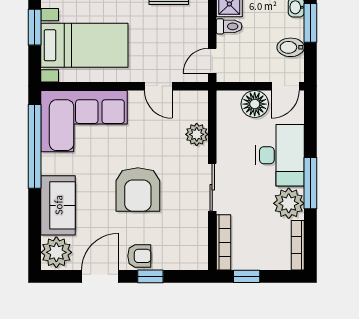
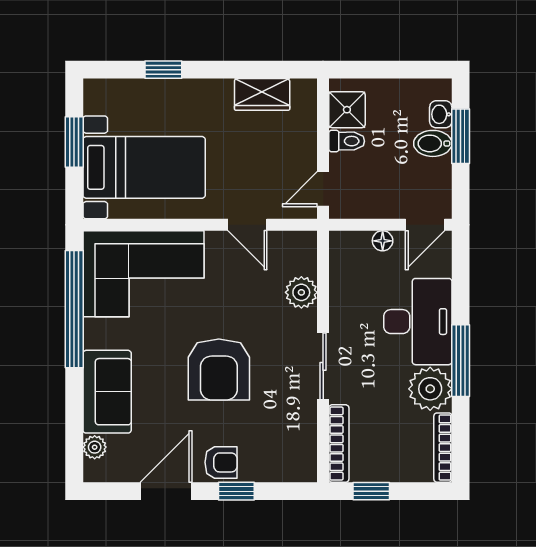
bidet: (291, 47) -> (433, 143), moved
floor lamp: (255, 104) -> (383, 241), width x0.53, depth x0.53
plant: (56, 252) -> (95, 447), width x0.53, depth x0.53

